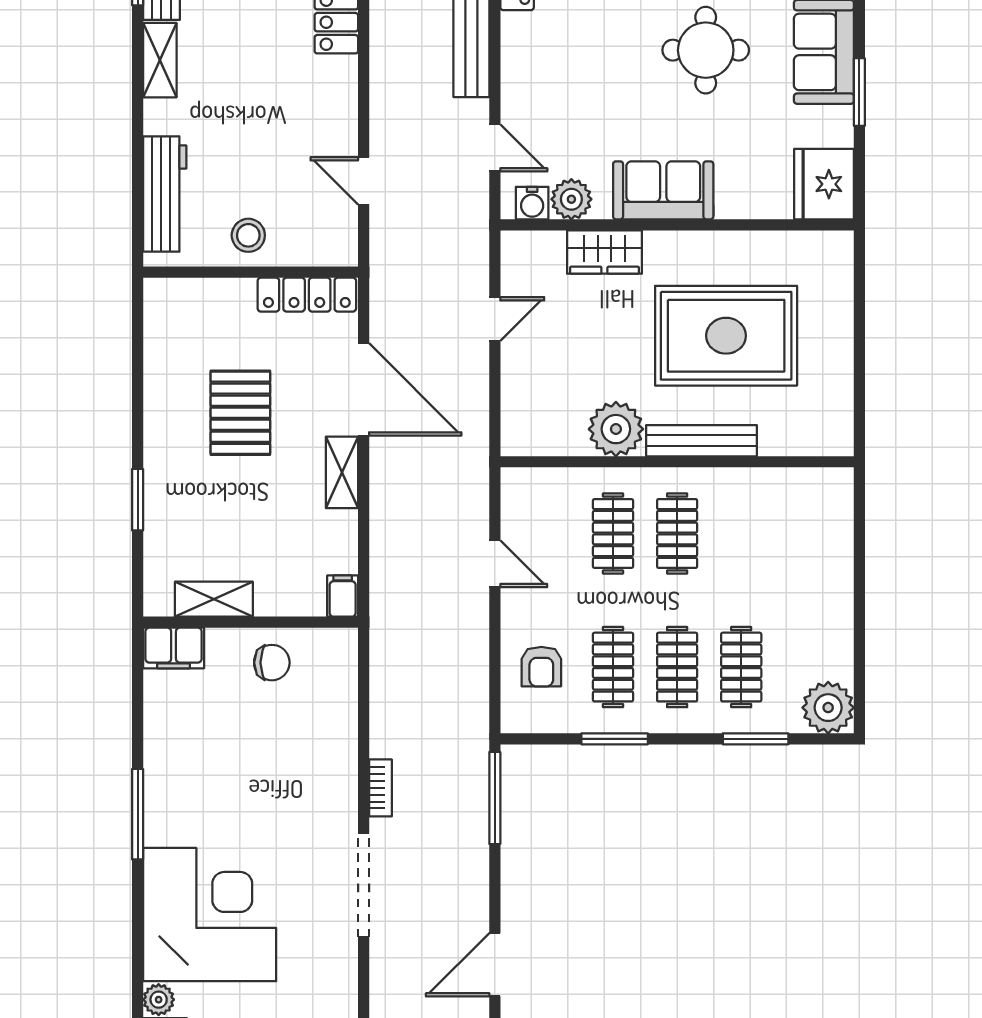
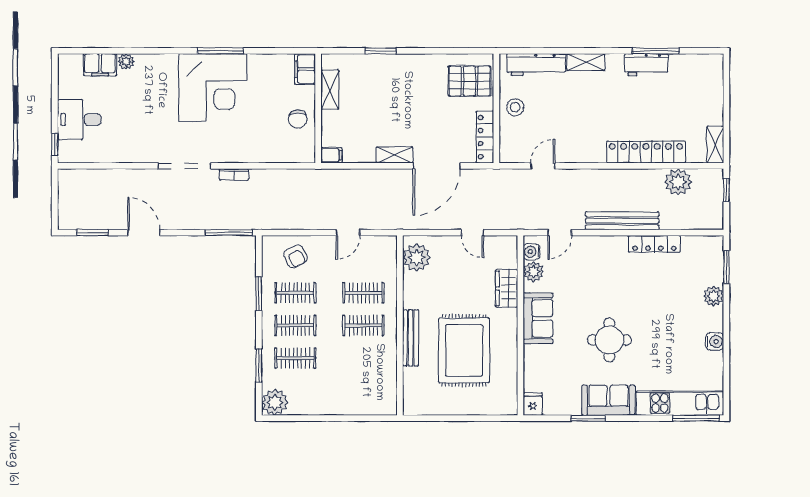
shelving: (160, 60) -> (586, 62), moved
fridge: (824, 184) -> (533, 404), width x0.53, depth x0.75
pallet: (240, 413) -> (469, 81), moved
plant: (616, 429) -> (417, 258), moved
armchair: (541, 667) -> (296, 256), turned -118
corner desk: (210, 915) -> (213, 88), moved

